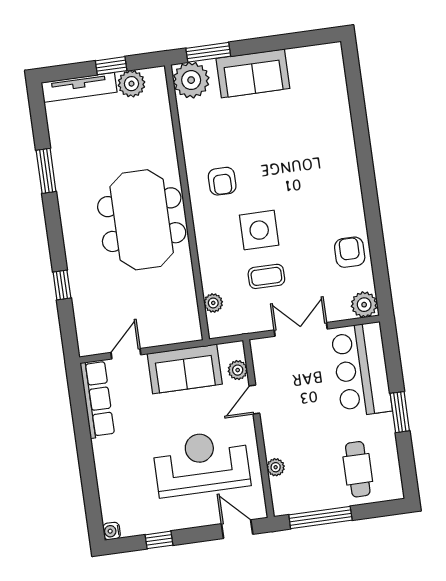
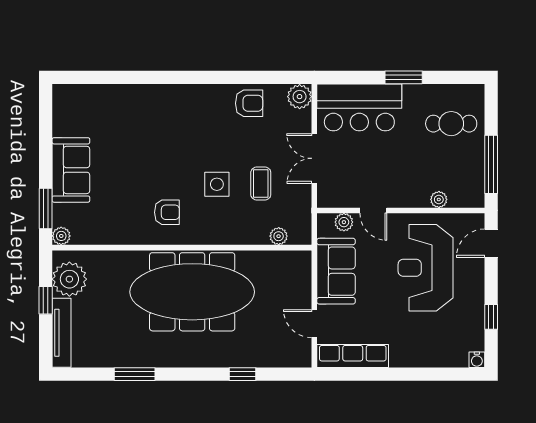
plant: (191, 80) -> (61, 236), width x0.53, depth x0.53
plant: (131, 84) -> (69, 279), width x1.36, depth x1.36
meeting table: (142, 220) -> (192, 292), width x1.36
side table: (259, 230) -> (217, 184), width x0.73, depth x0.73
armchair: (350, 252) -> (249, 103), turned 180

